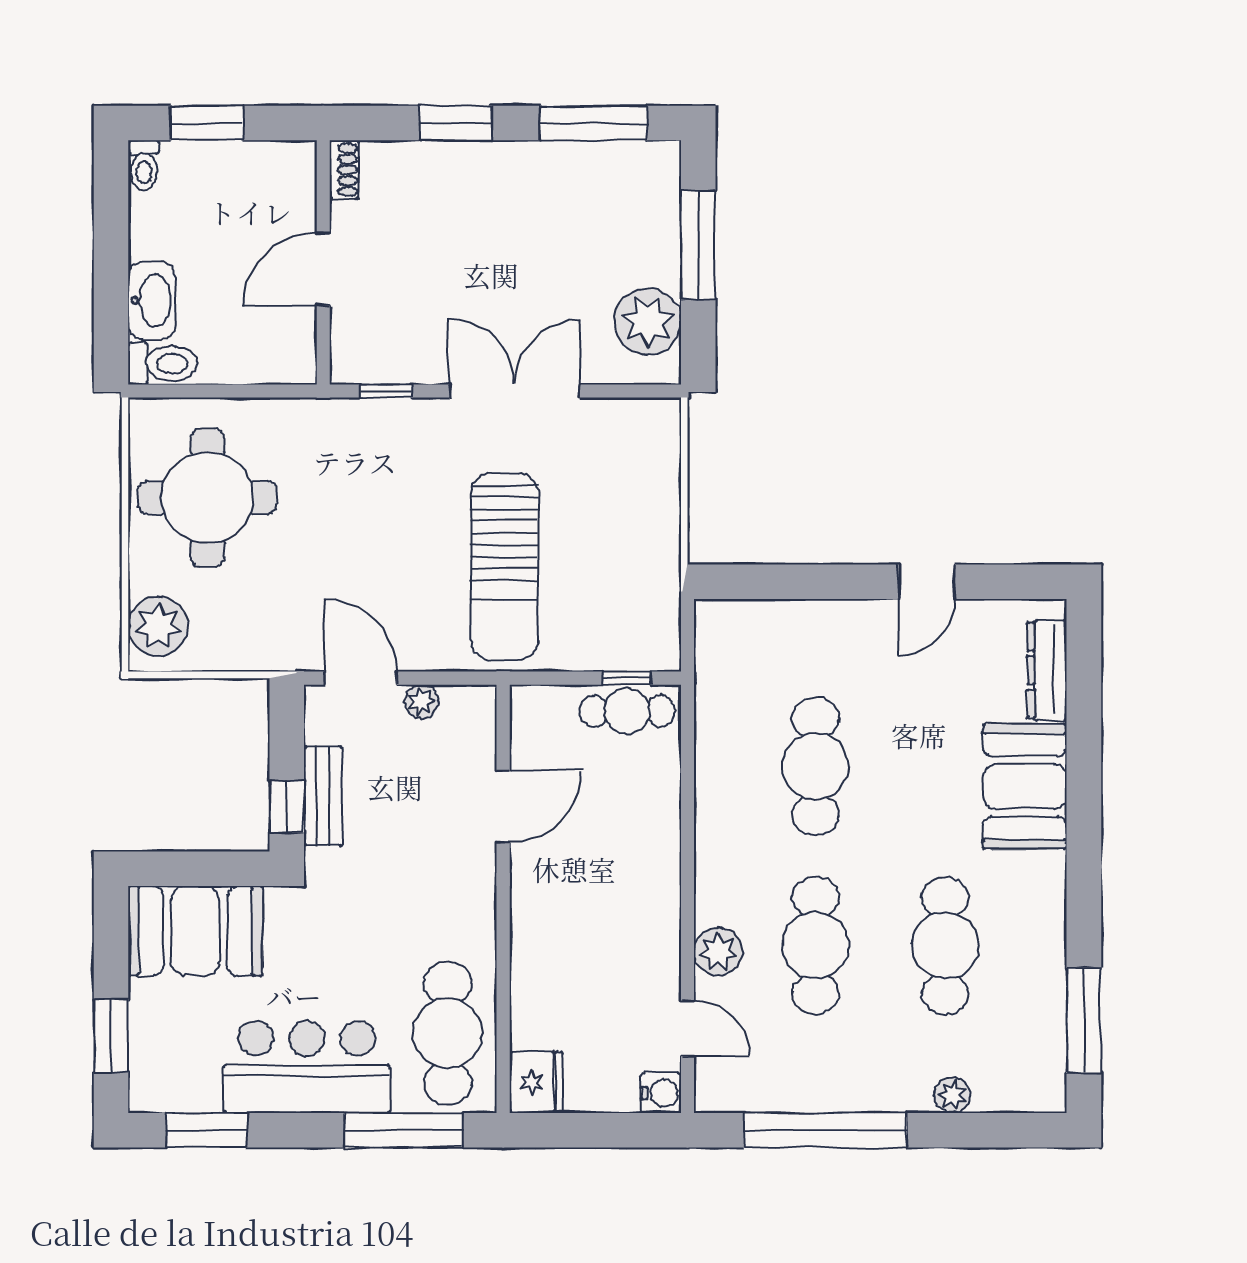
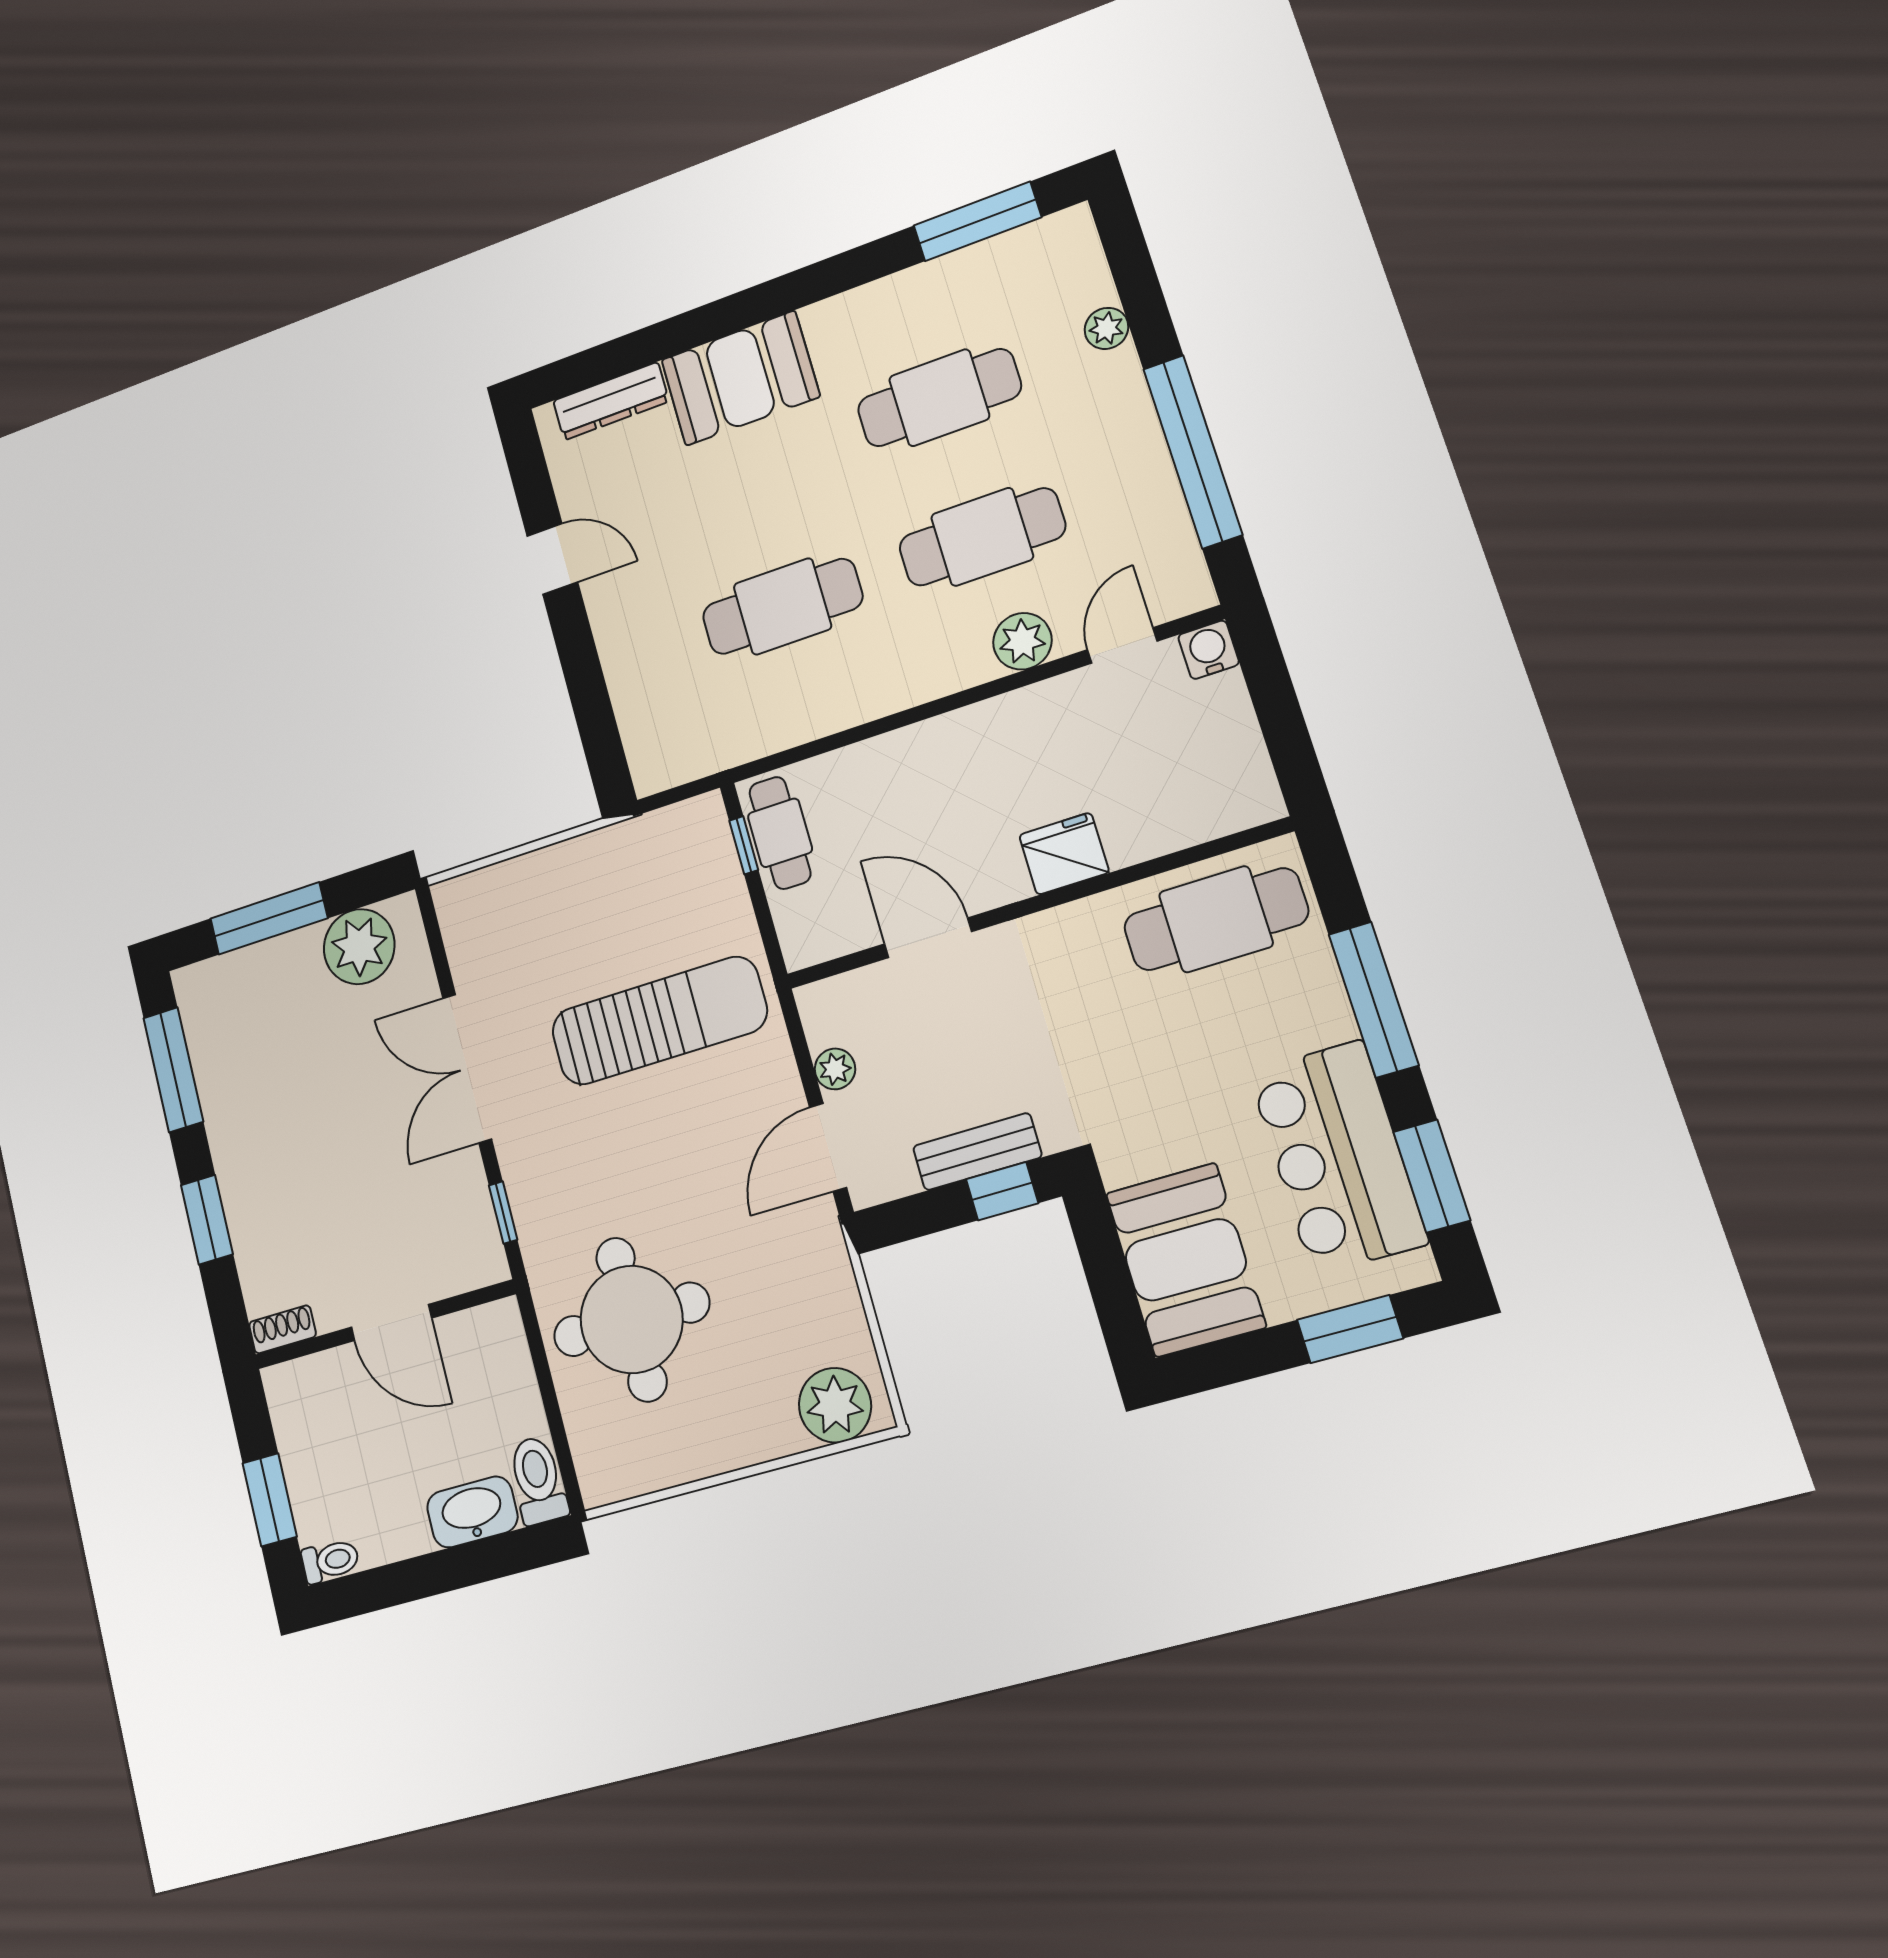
round table: (207, 497) -> (631, 1319), moved
bar counter: (307, 1067) -> (1338, 1157), moved
fridge: (536, 1082) -> (1064, 854), moved
window: (403, 1130) -> (1373, 1000), moved

